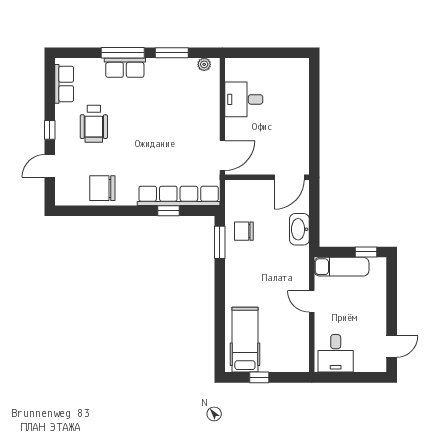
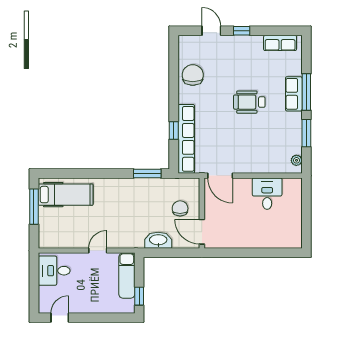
wheelchair: (94, 124) -> (249, 102), moved
chair: (244, 231) -> (180, 208), moved
door: (392, 347) -> (60, 318), swing flipped
window: (259, 377) -> (34, 207), width x2.17

